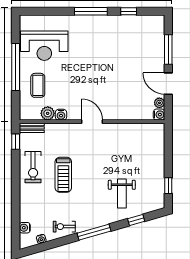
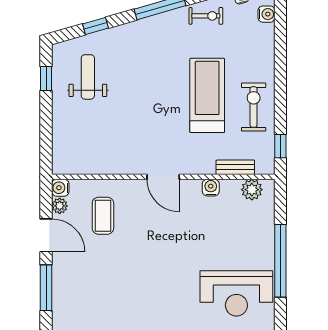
reception desk: (44, 46) -> (236, 293), turned 180
coffee table: (38, 85) -> (103, 216), moved
plant: (48, 113) -> (252, 190), moved
bench: (32, 128) -> (235, 167), moved
treadmill: (63, 175) -> (207, 95), width x1.37, depth x1.38
weight bench: (122, 194) -> (88, 77), moved

